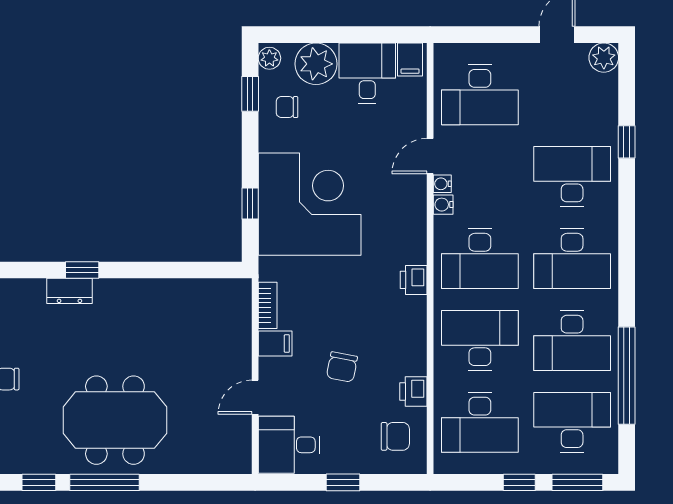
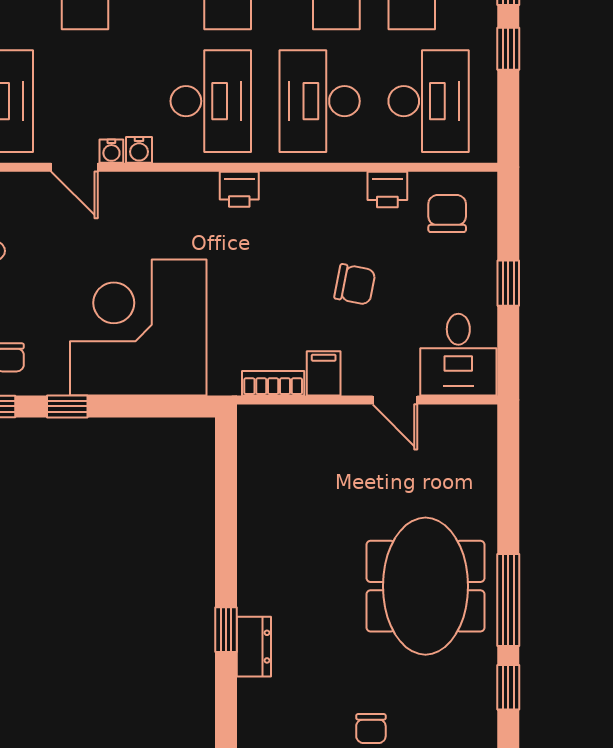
window: (250, 203) -> (67, 406), moved

